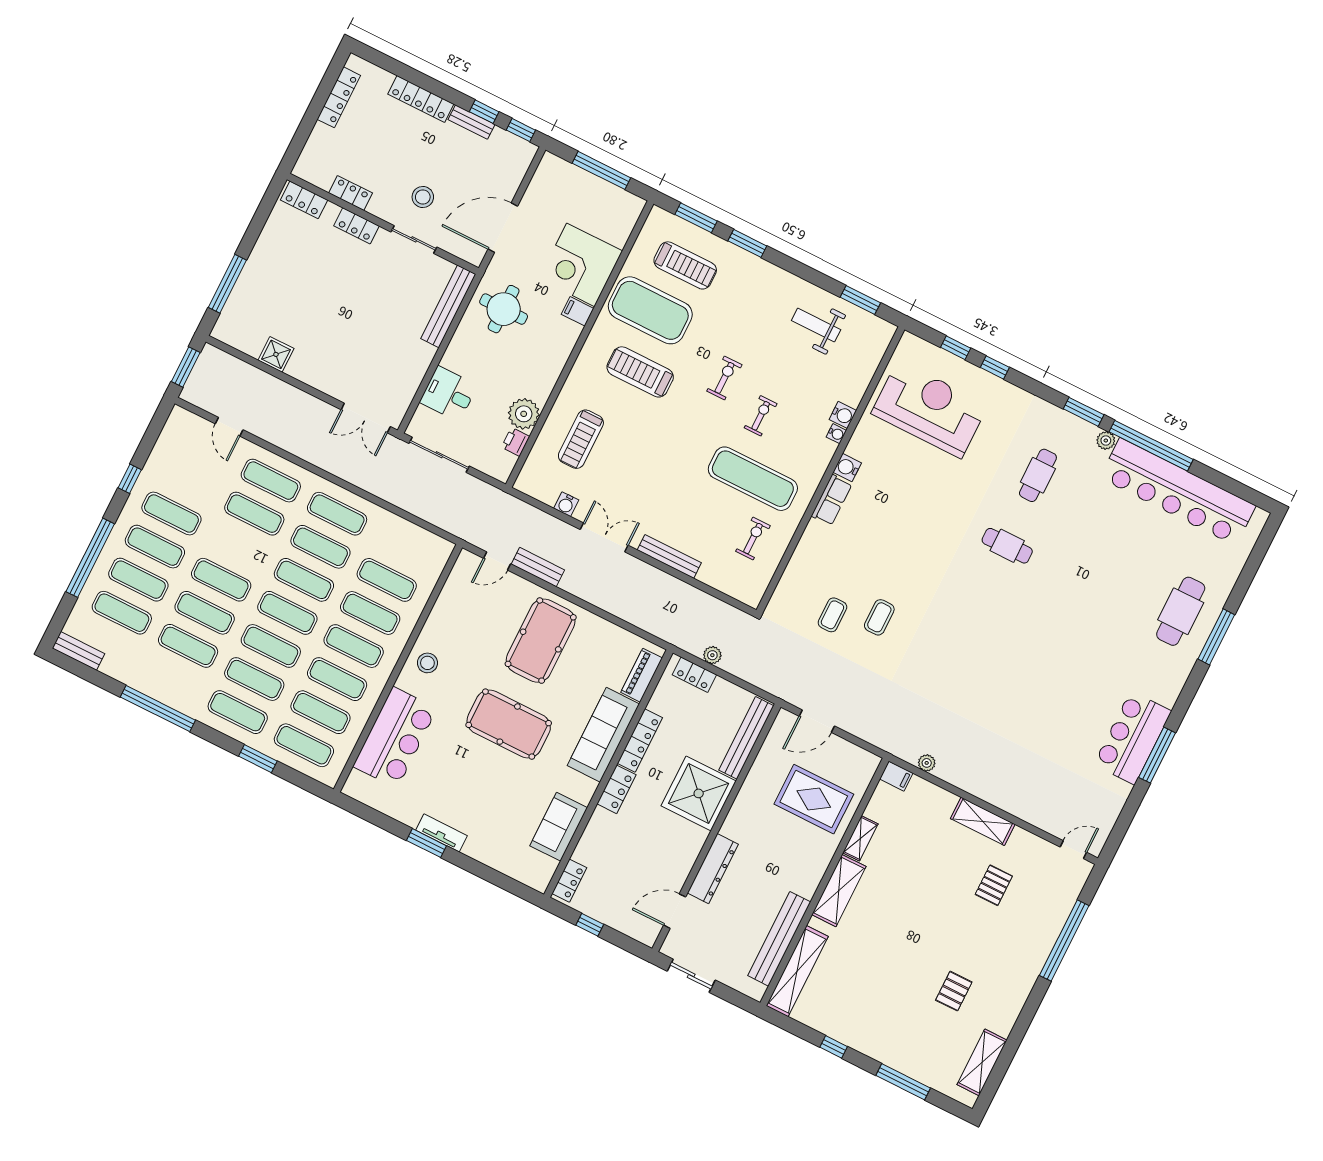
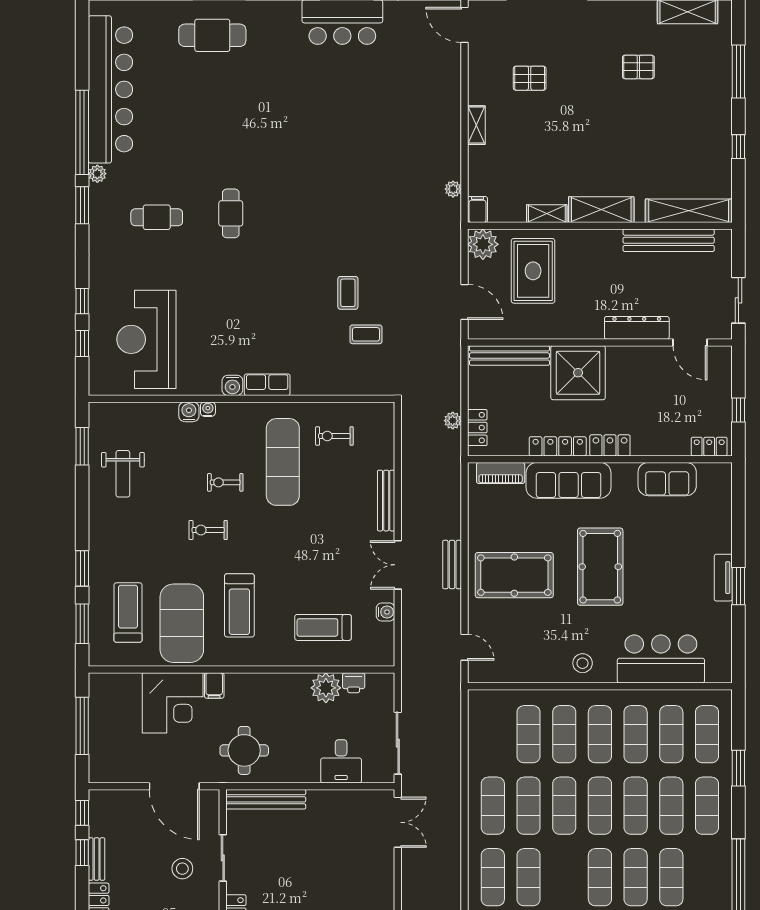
treadmill: (581, 439) -> (323, 627), turned 180
bench: (538, 567) -> (452, 565), moved
coffee table: (879, 617) -> (348, 293), turned 90
plant: (862, 765) -> (483, 244), added
shelving: (983, 821) -> (476, 125), width x0.67, depth x0.75
door: (1073, 850) -> (464, 25), width x1.38

